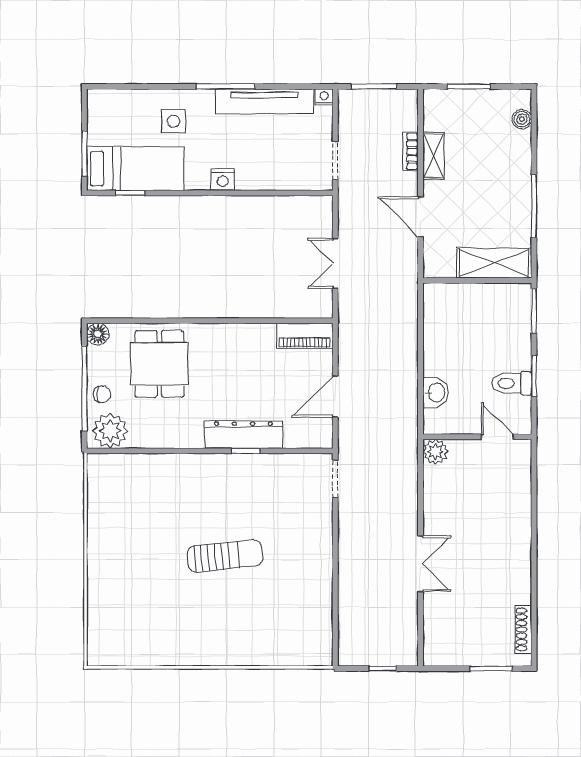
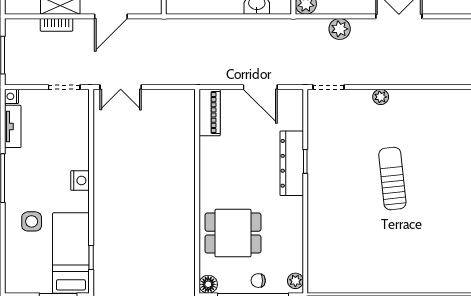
tv unit: (264, 101) -> (13, 126), width x0.52, depth x0.78
double door: (335, 263) -> (121, 87), moved
chair: (102, 394) -> (258, 281), turned -90
plant: (110, 431) -> (295, 281), width x0.53, depth x0.53
plant: (405, 492) -> (340, 29), added
plant: (323, 542) -> (381, 97), added

